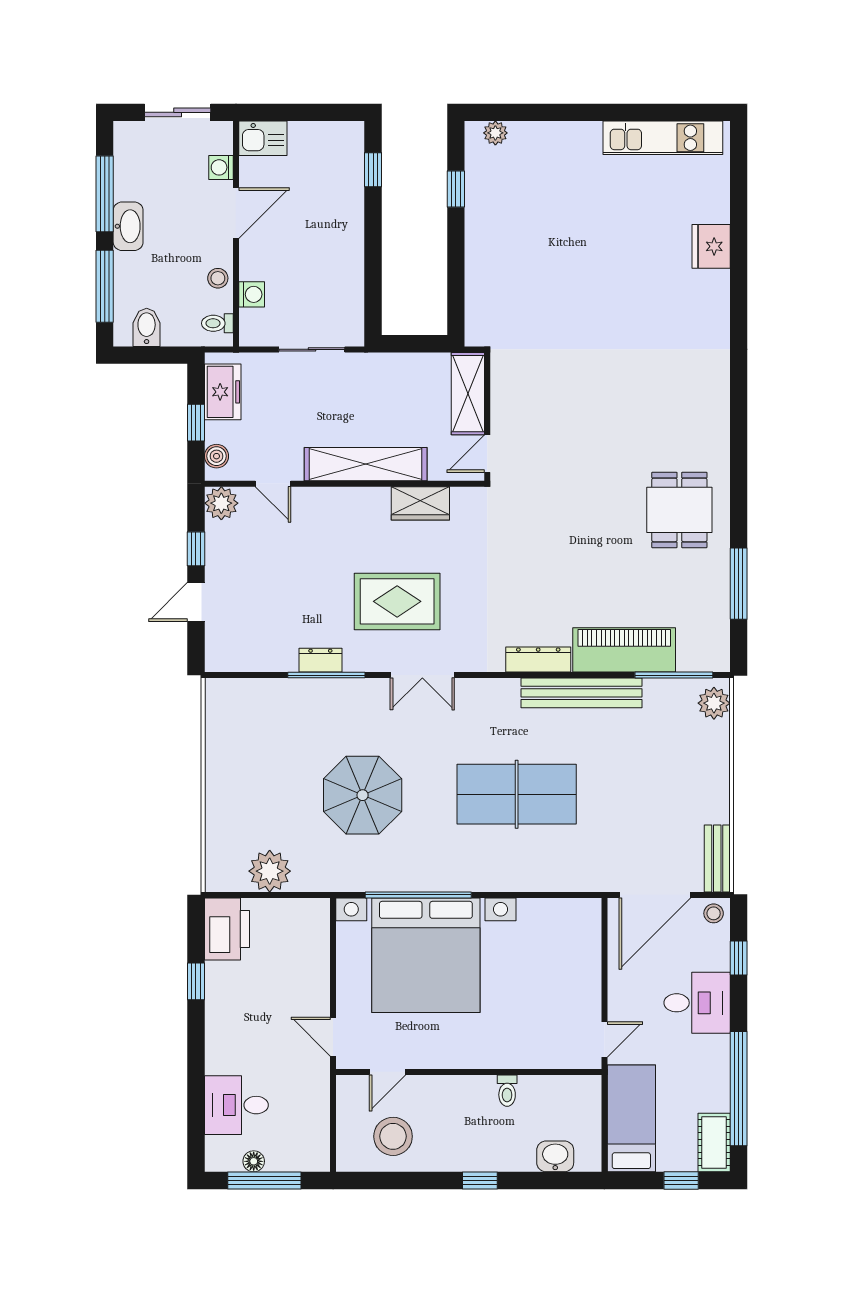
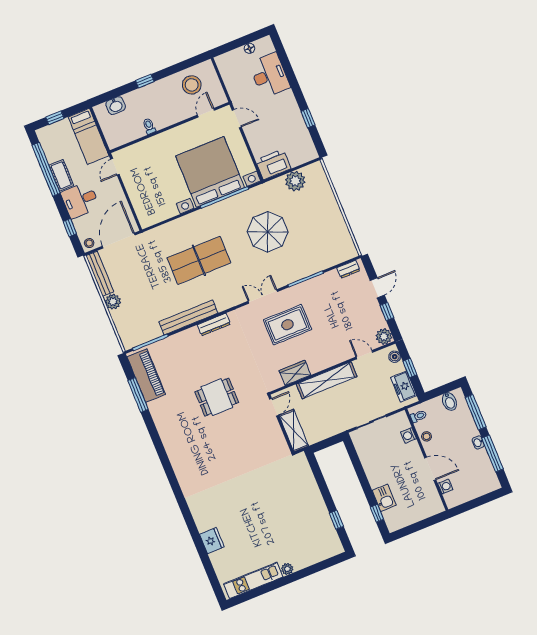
sliding door: (178, 112) -> (475, 503), removed
plant: (495, 133) -> (287, 569), moved
kitchen sink: (263, 138) -> (384, 498), moved, turned 90
door: (236, 213) -> (430, 469), swing flipped
washbasin: (128, 226) -> (478, 442), width x0.52, depth x0.69
dining table: (679, 510) -> (217, 397), moved, turned 90
piano: (624, 650) -> (146, 376), moved, turned -90
dresser: (320, 660) -> (348, 269), moved
plant: (714, 703) -> (113, 302), moved
bench: (717, 859) -> (100, 274), width x1.36
printer: (227, 929) -> (273, 164), moved, turned 90
desk: (236, 1105) -> (269, 75), width x1.37
cot: (714, 1143) -> (61, 175), moved
window: (264, 1181) -> (241, 42), removed

